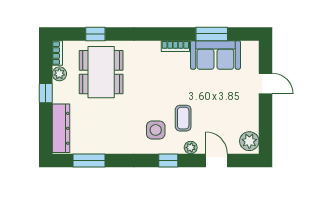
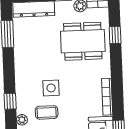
bookcase: (175, 46) -> (107, 97), width x1.56
side table: (156, 130) -> (51, 88), moved

